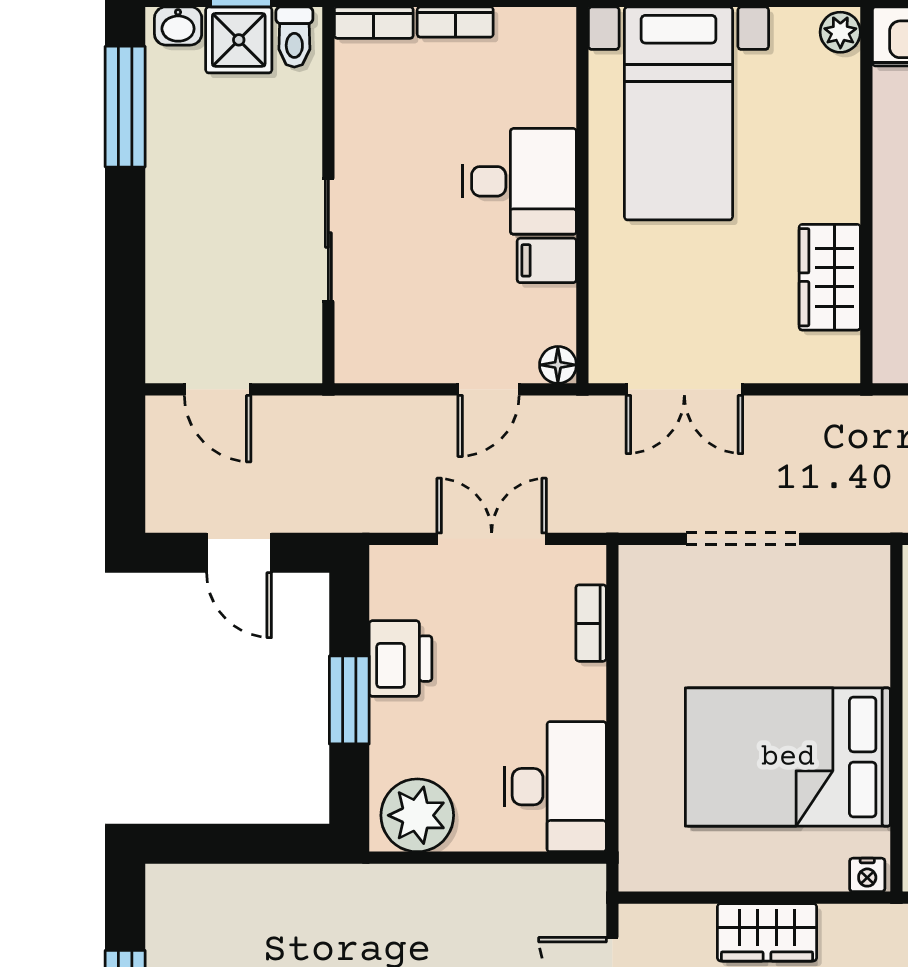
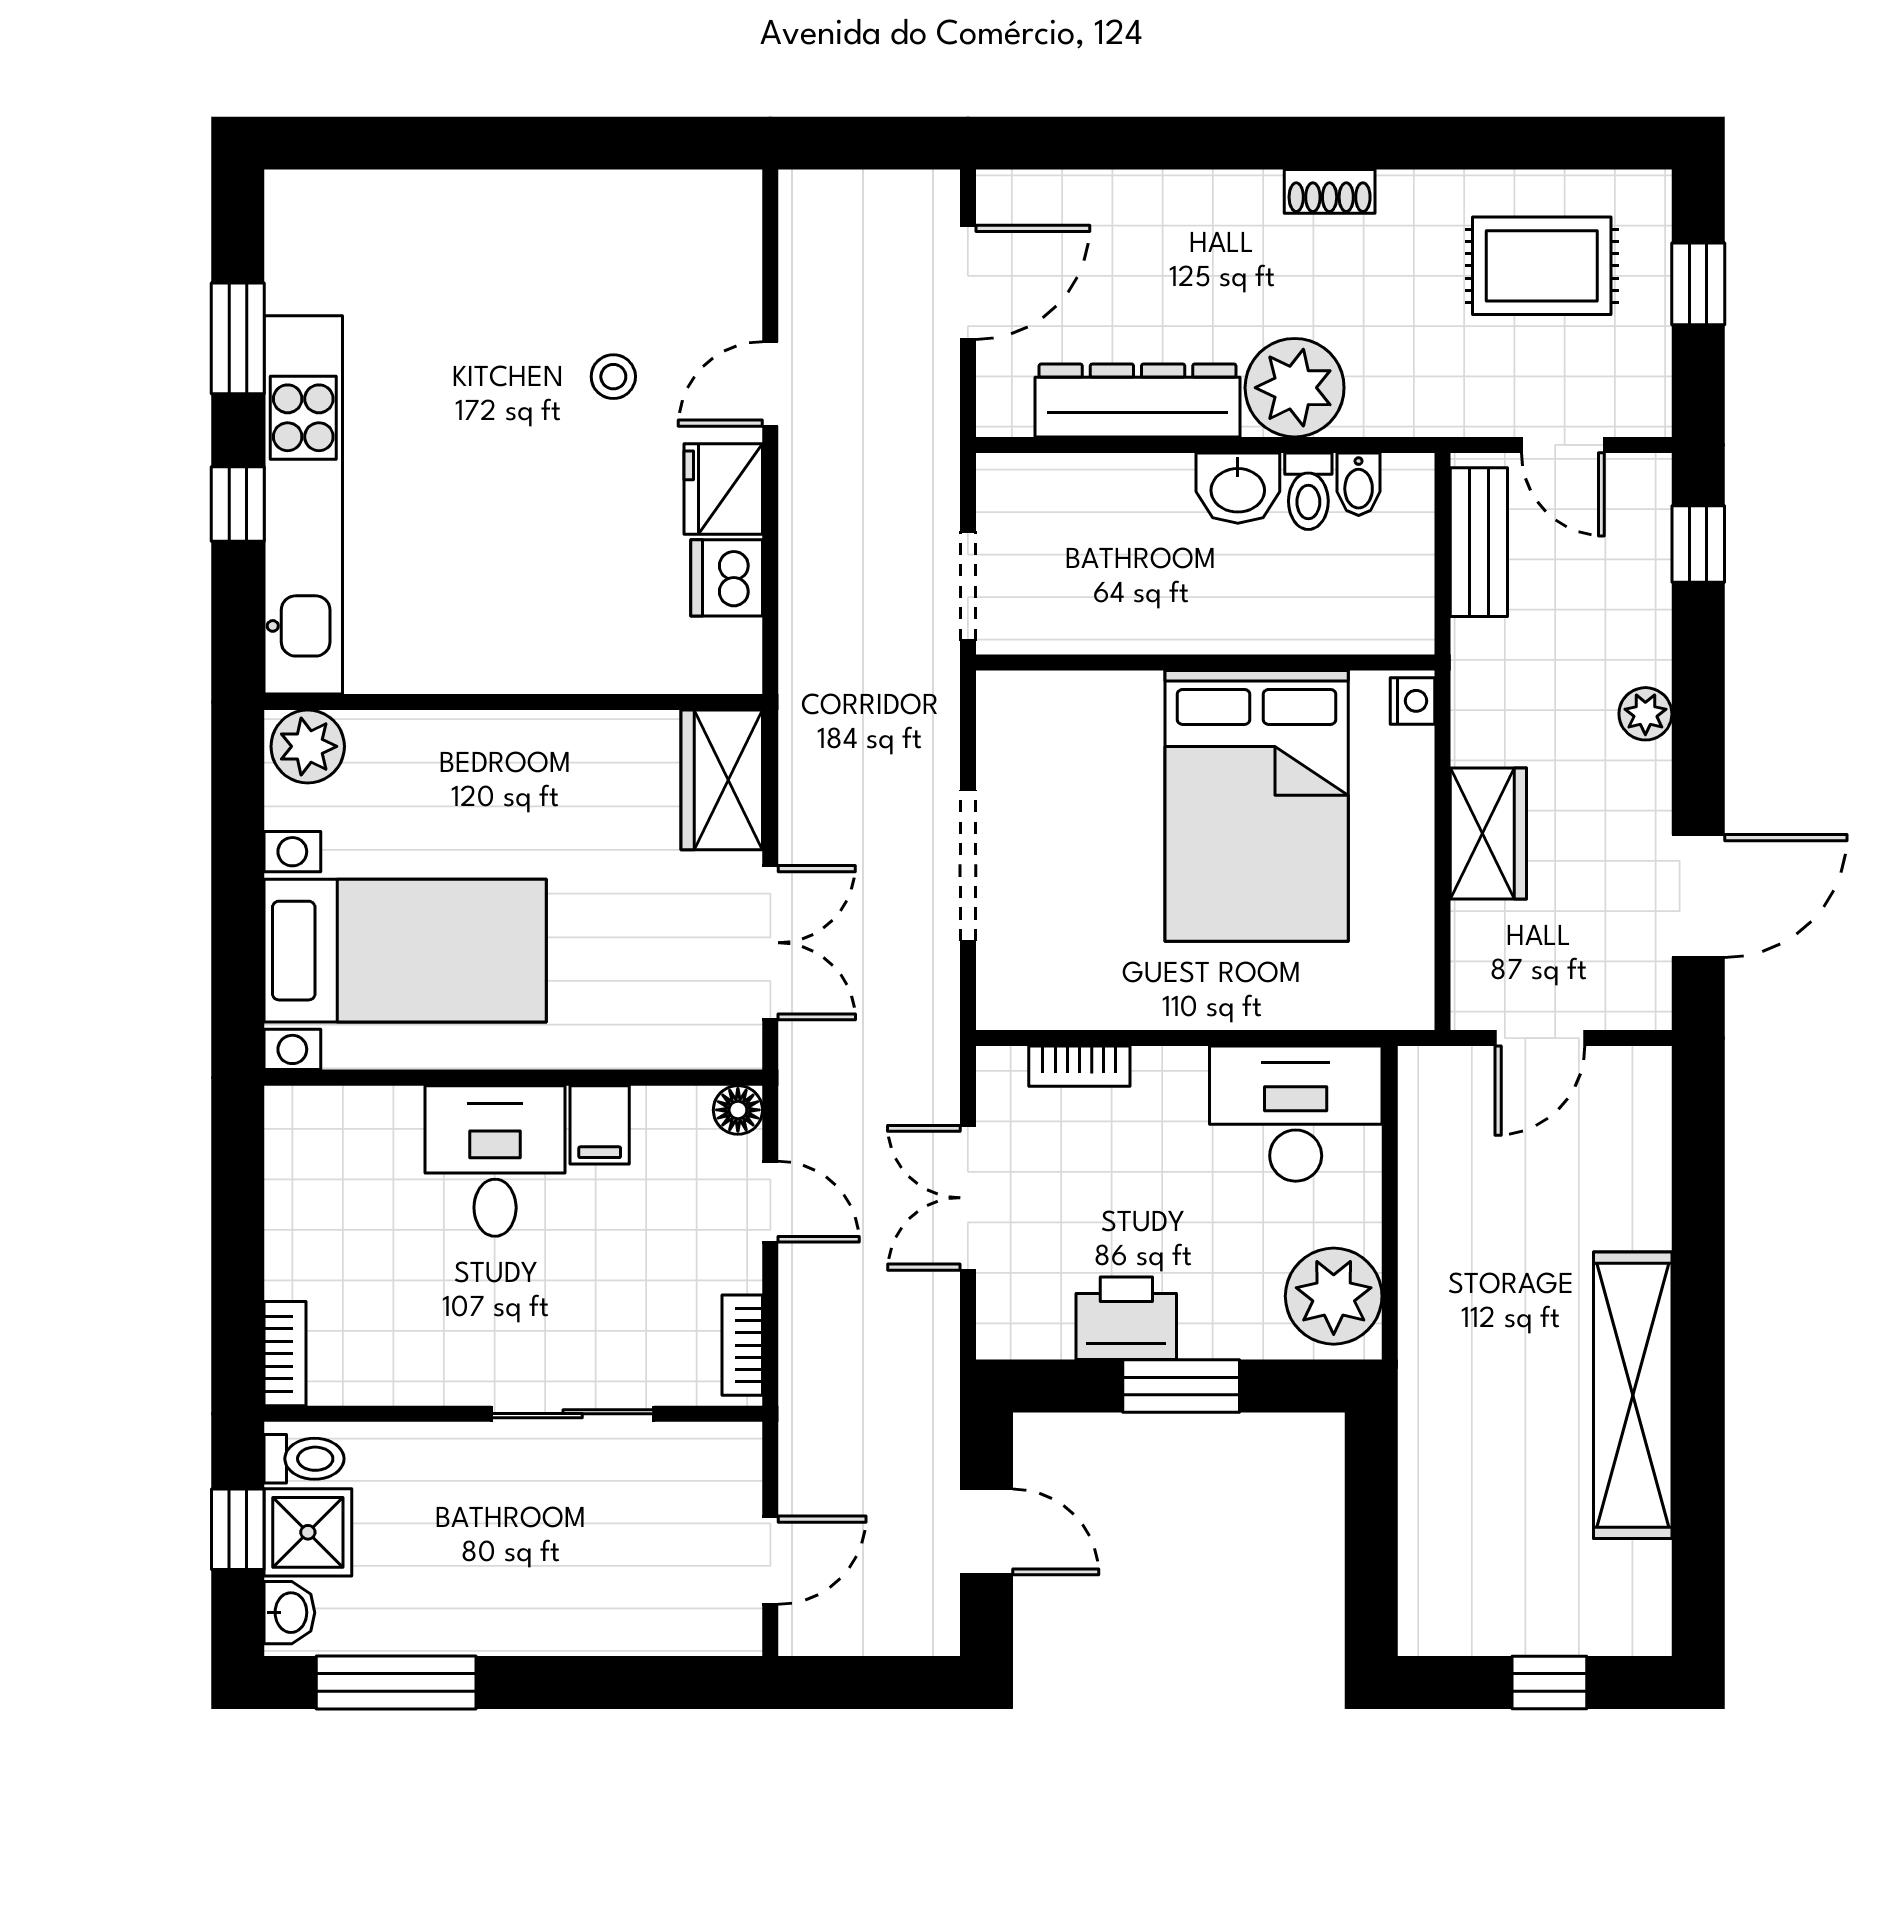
bookcase: (455, 22) -> (742, 1345), moved, turned 180
plant: (840, 32) -> (308, 746), width x1.38, depth x1.38
wardrobe: (830, 277) -> (722, 780), moved, turned 90
door: (239, 553) -> (986, 1532), hinge flipped

